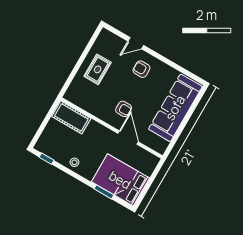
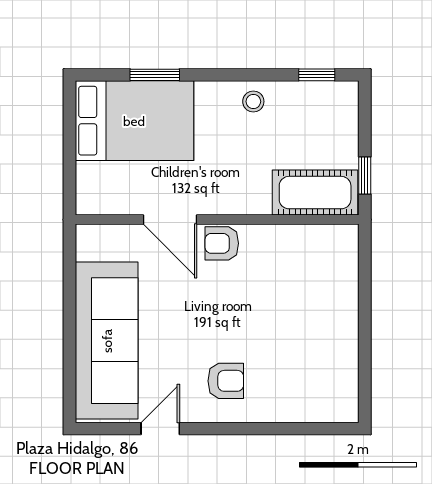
door: (136, 43) -> (160, 429), moved
rug: (98, 69) -> (318, 327), removed
armchair: (124, 109) -> (222, 243), moved
window: (50, 113) -> (365, 176), added

